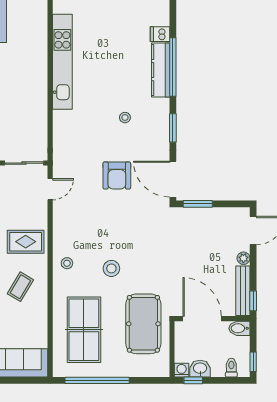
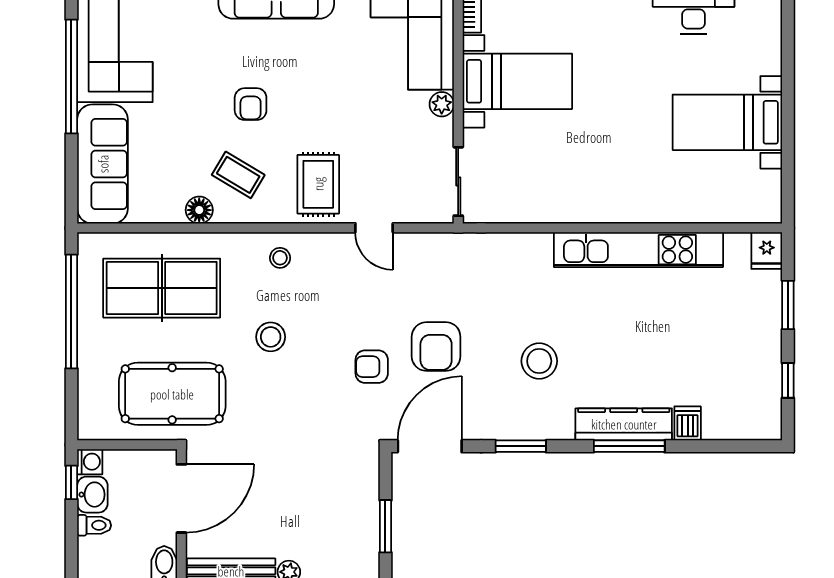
window: (173, 67) -> (629, 446), width x0.68
stool: (125, 118) -> (539, 361), width x1.89, depth x1.89
armchair: (117, 175) -> (436, 347), turned -90
door: (50, 189) -> (374, 228), moved
window: (198, 204) -> (385, 526), moved
armchair: (128, 212) -> (372, 367), added
floor lamp: (40, 309) -> (199, 210), added
toilet: (231, 368) -> (94, 525), moved

